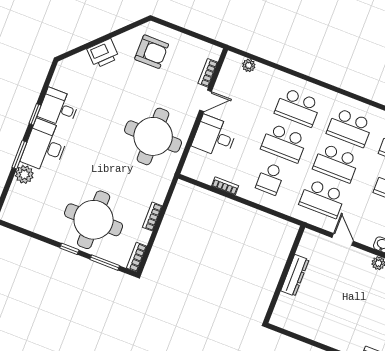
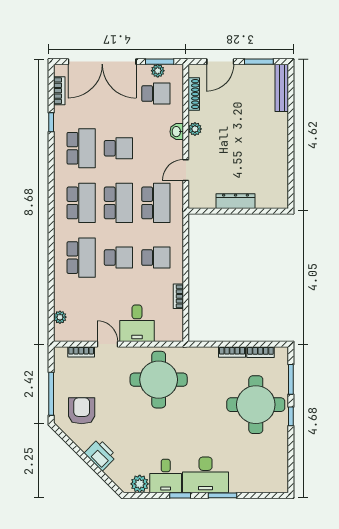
window: (179, 29) -> (51, 394), added
school desk: (284, 143) -> (118, 258), width x0.54
plant: (24, 175) -> (140, 484), moved
bookcase: (137, 257) -> (260, 352), moved

